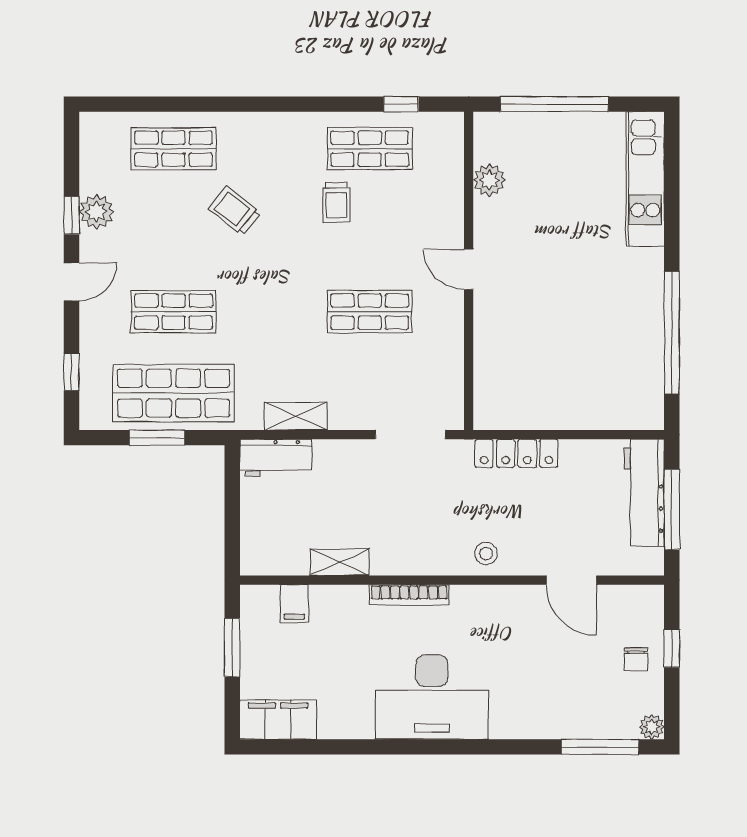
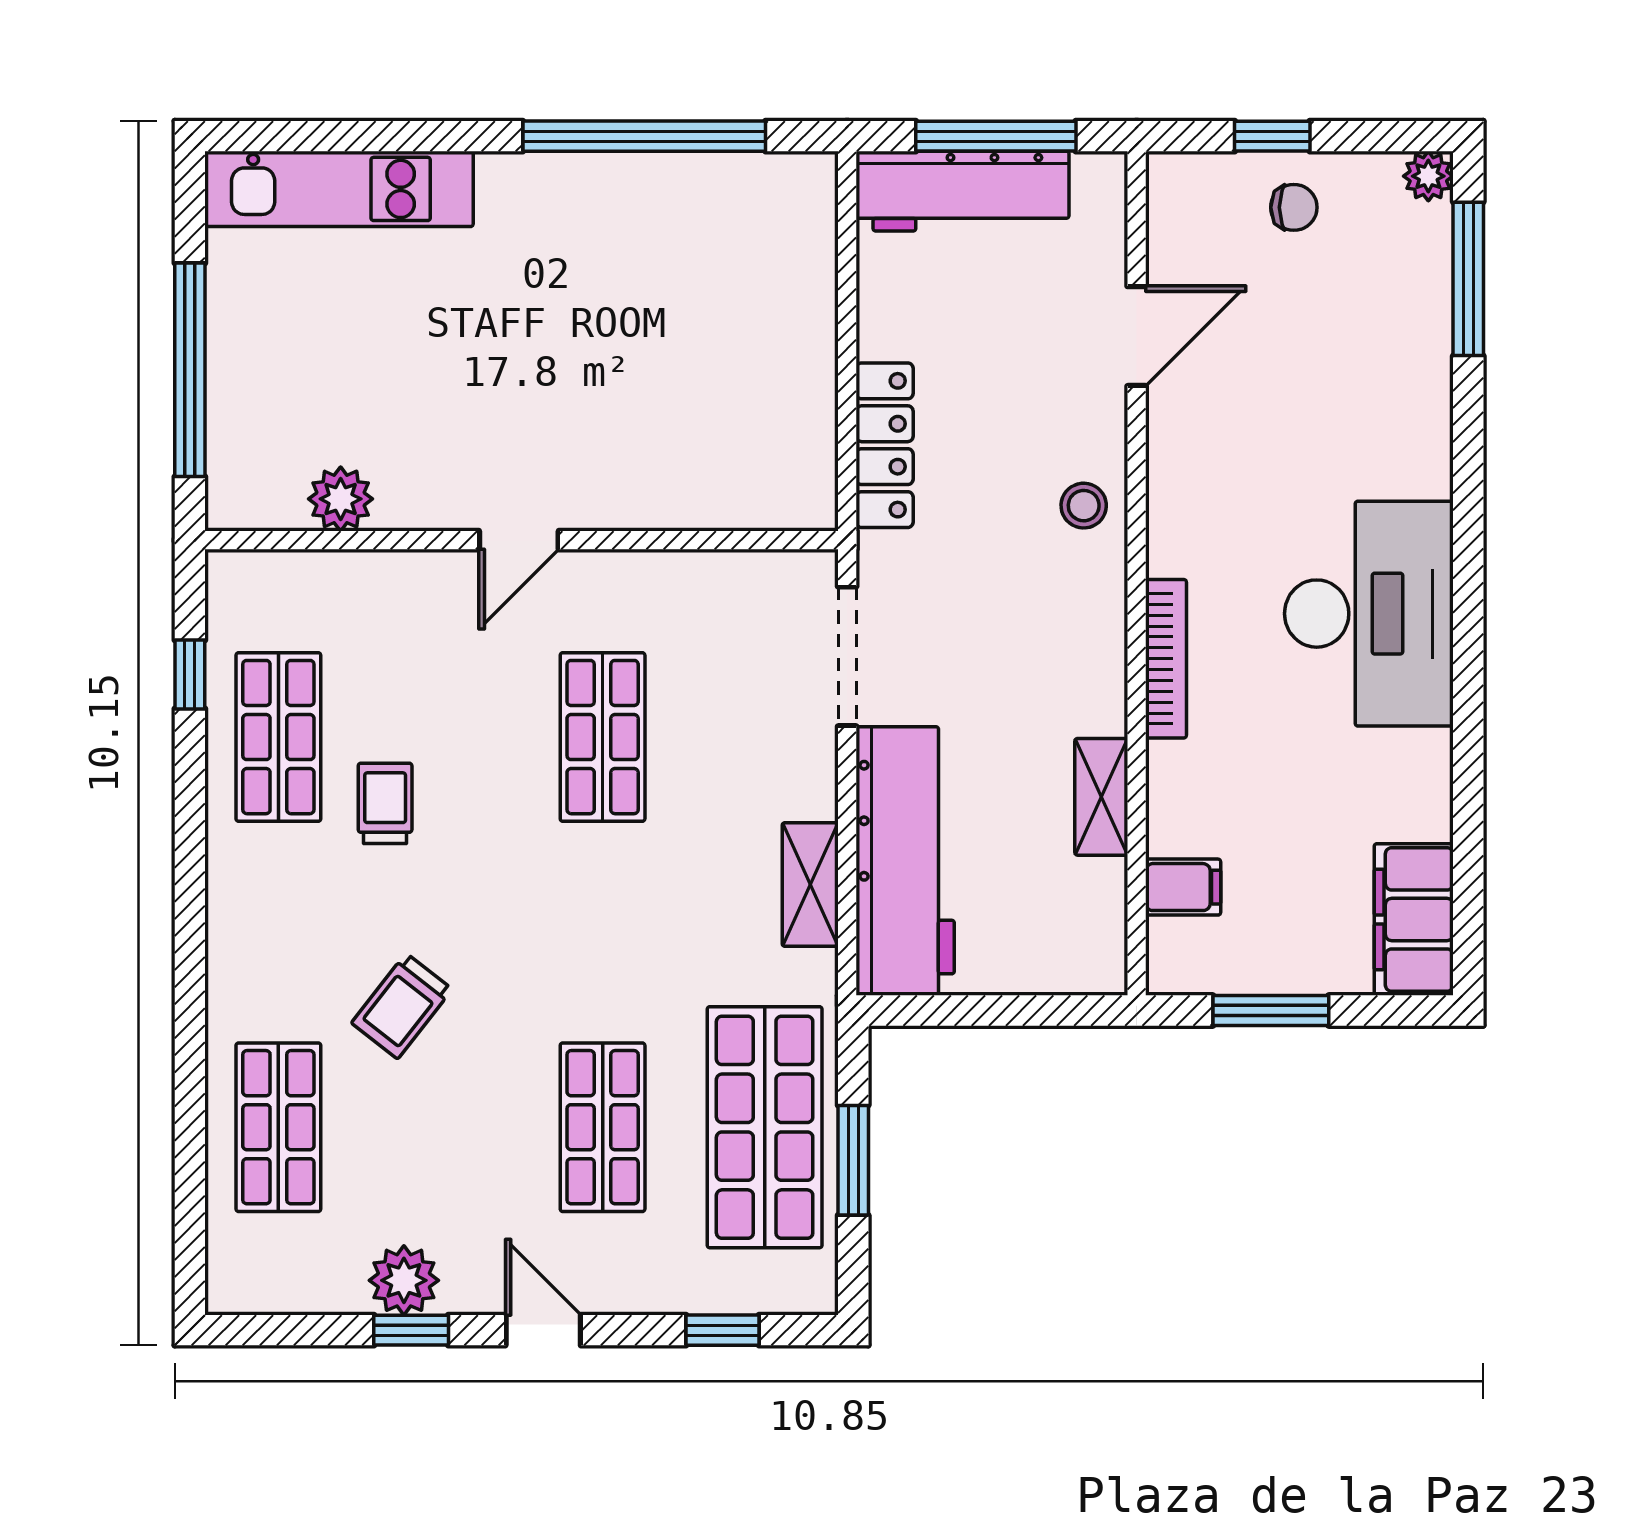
trolley: (336, 202) -> (385, 803), turned -90
workbench: (276, 458) -> (905, 861), width x1.88, depth x1.32

